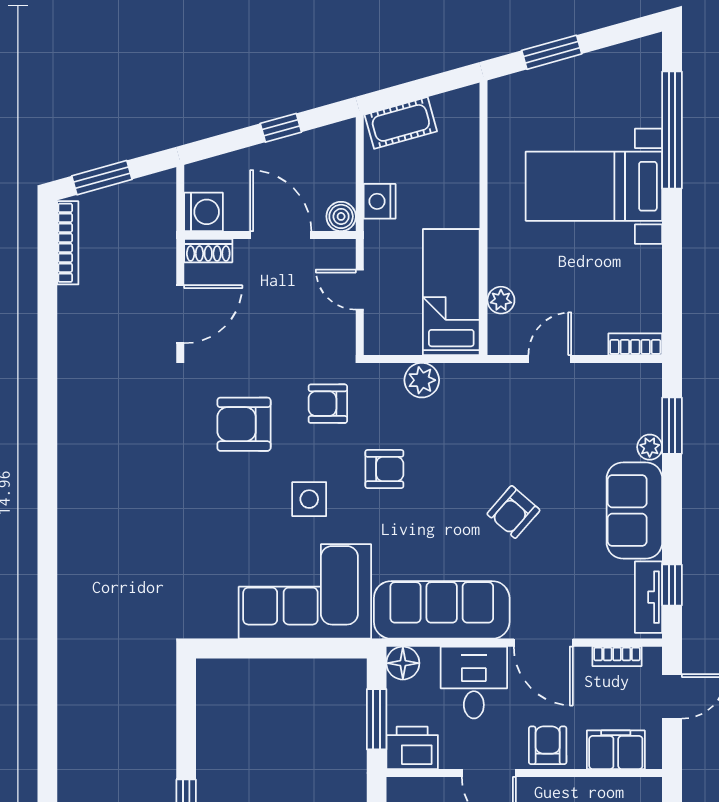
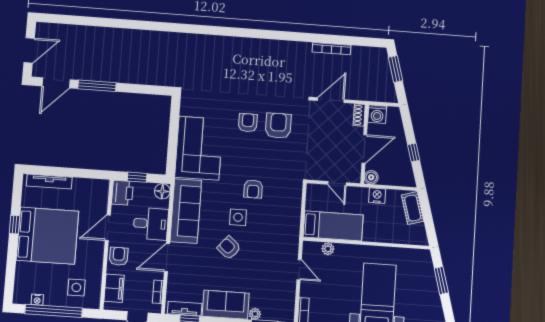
bookcase: (68, 243) -> (331, 49), moved
door: (360, 290) -> (337, 183), swing flipped
door: (180, 314) -> (331, 100), swing flipped
plant: (422, 380) -> (293, 209), removed
armchair: (328, 404) -> (248, 123), moved
side table: (309, 499) -> (238, 217), moved
window: (377, 719) -> (137, 177), width x0.67
armchair: (548, 745) -> (119, 256), turned -90

